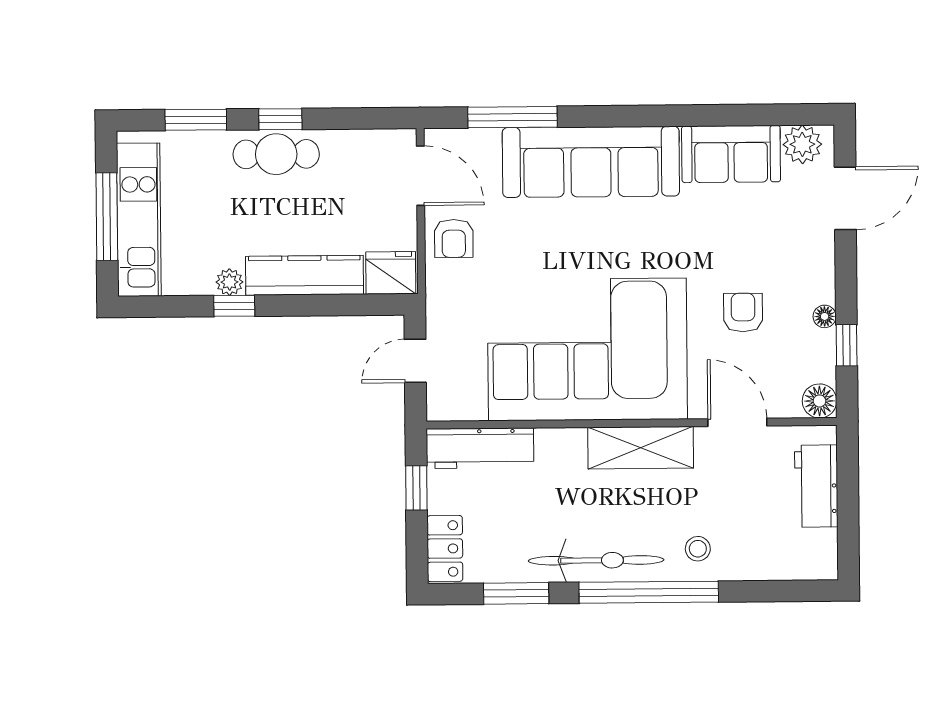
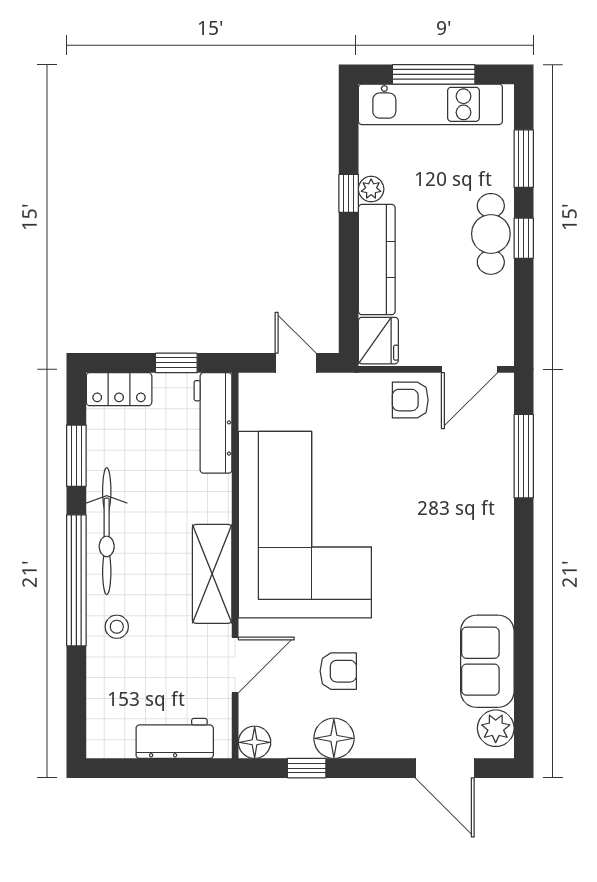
sofa: (591, 162) -> (481, 529), removed
floor lamp: (825, 316) -> (334, 738), width x1.89, depth x1.89

